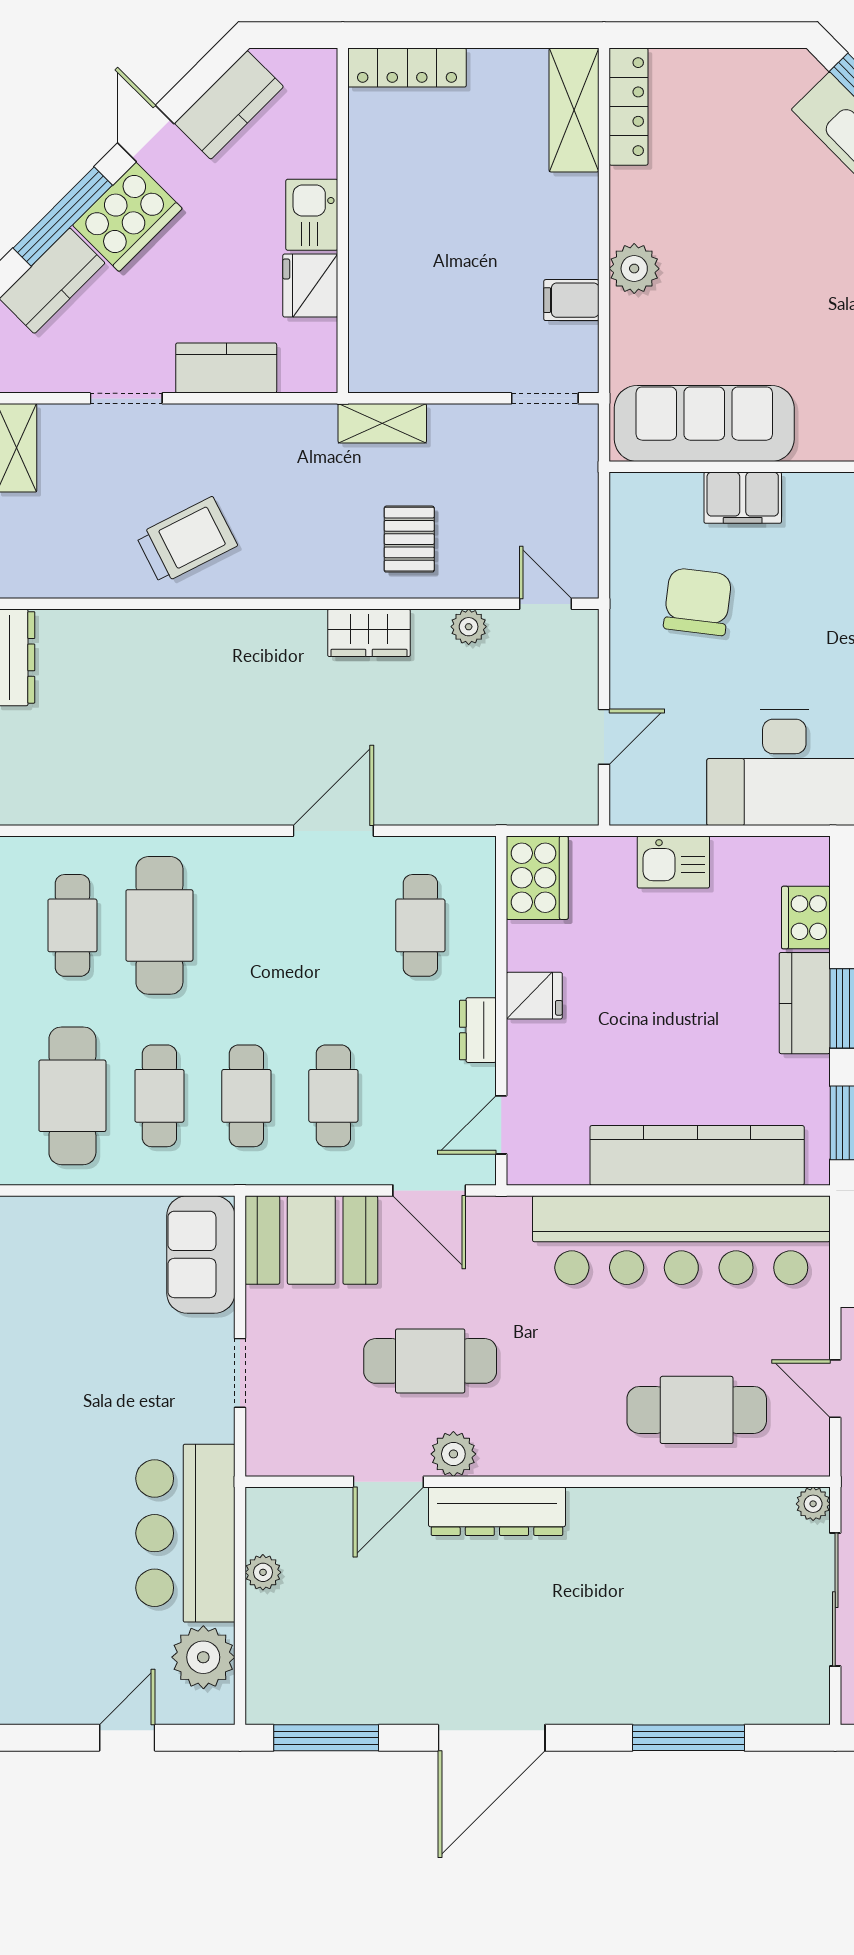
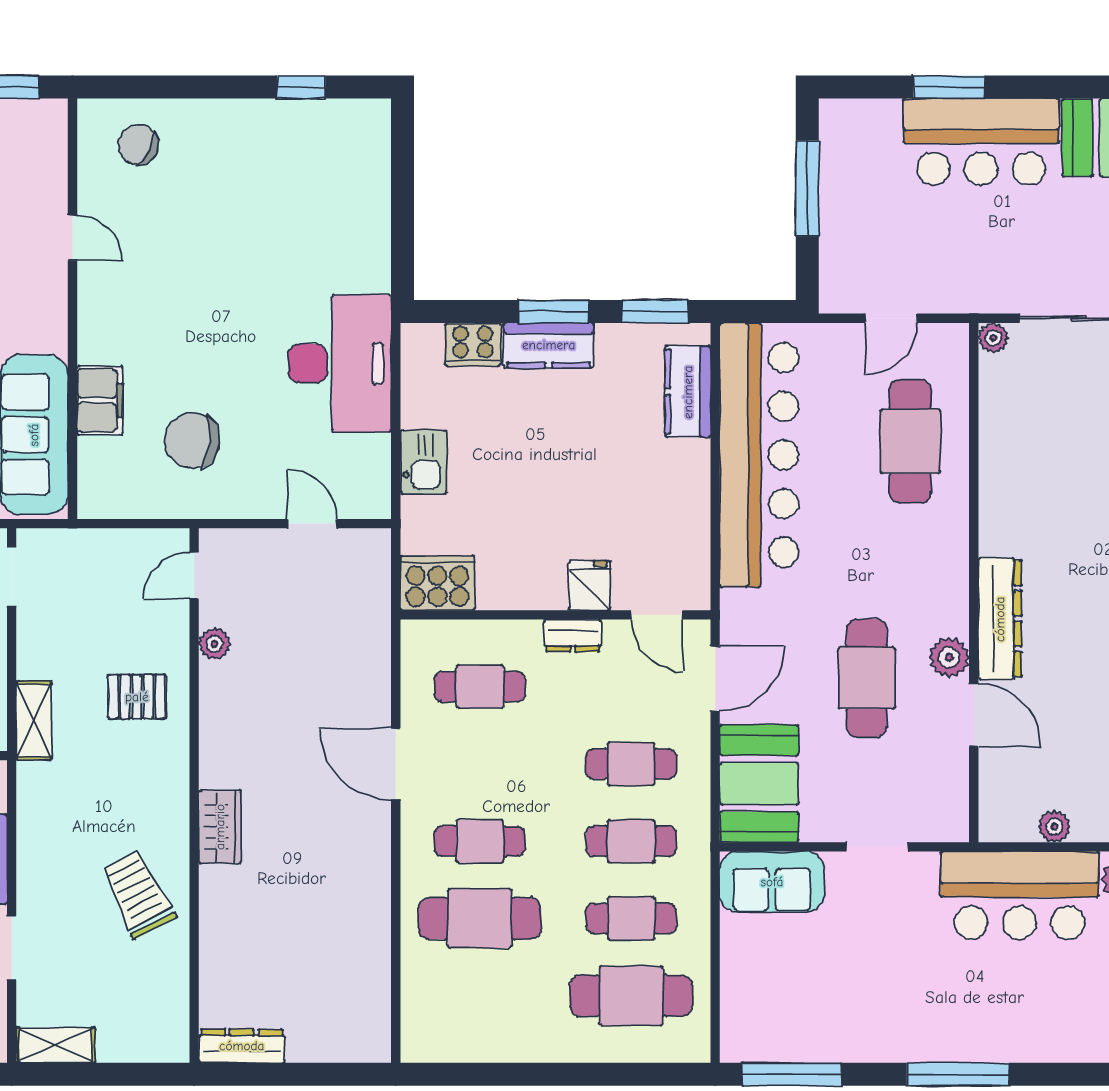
wardrobe: (369, 633) -> (220, 827), moved
cafe table: (72, 925) -> (480, 841), moved
fridge: (534, 996) -> (589, 586), moved
kitchen counter: (697, 1155) -> (688, 392), width x0.48, depth x0.86

